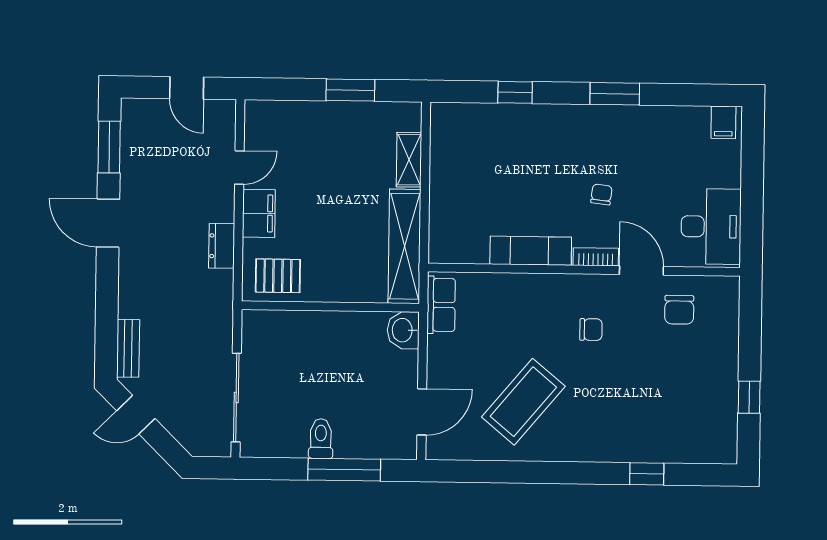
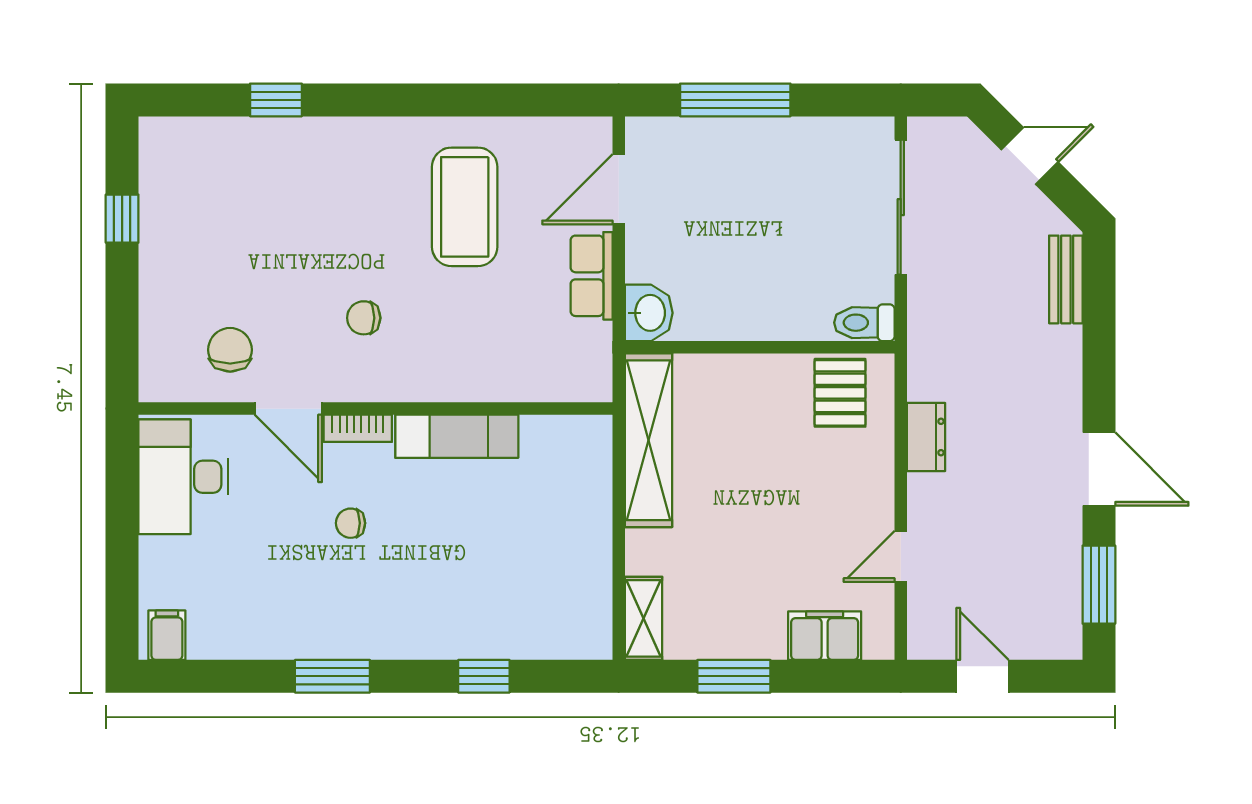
shelving: (409, 160) -> (643, 618), moved
chair: (601, 194) -> (351, 523), turned 83
filing cabinet: (259, 213) -> (825, 636), moved, turned 90
pallet: (278, 276) -> (840, 393), turned 90
row of seats: (441, 305) -> (592, 276), moved
coffee table: (523, 402) -> (465, 207), turned -40
door: (136, 415) -> (1030, 156), moved
toilet: (321, 439) -> (864, 323), moved, turned 90

